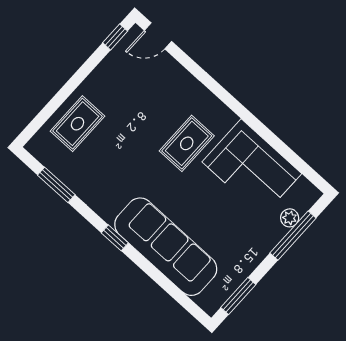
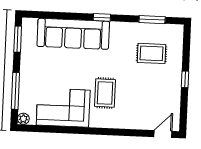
window: (115, 37) -> (185, 79), moved
rug: (77, 124) -> (152, 53), moved, turned 90
plant: (290, 218) -> (23, 119), moved

